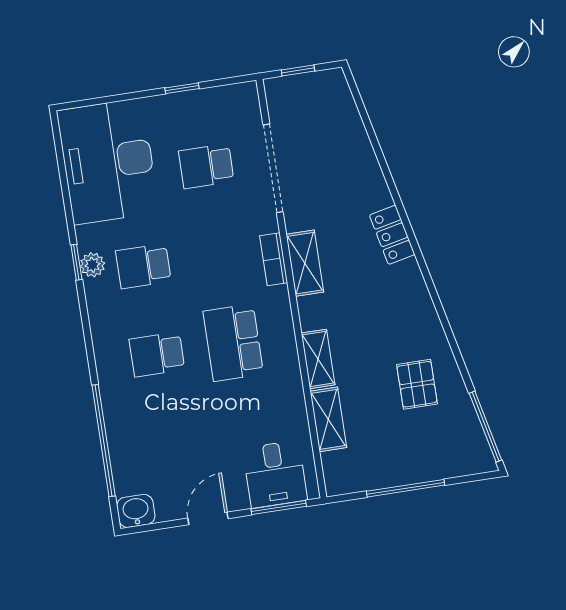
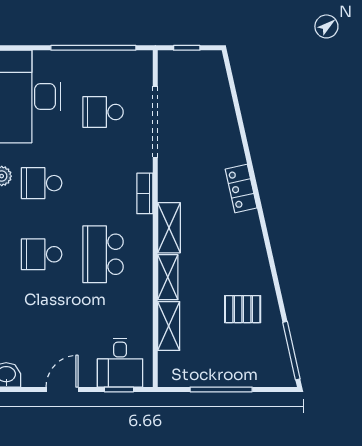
window: (182, 88) -> (93, 48), width x3.17
shelving: (305, 263) -> (169, 228), moved
pallet: (417, 384) -> (243, 309), turned 90
window: (279, 508) -> (119, 389), width x0.67

